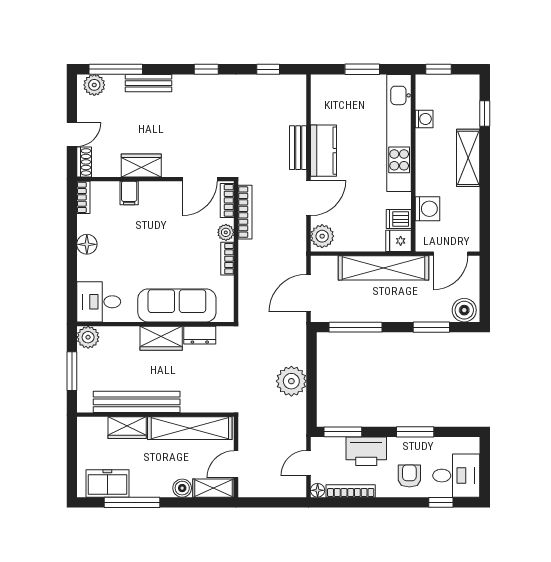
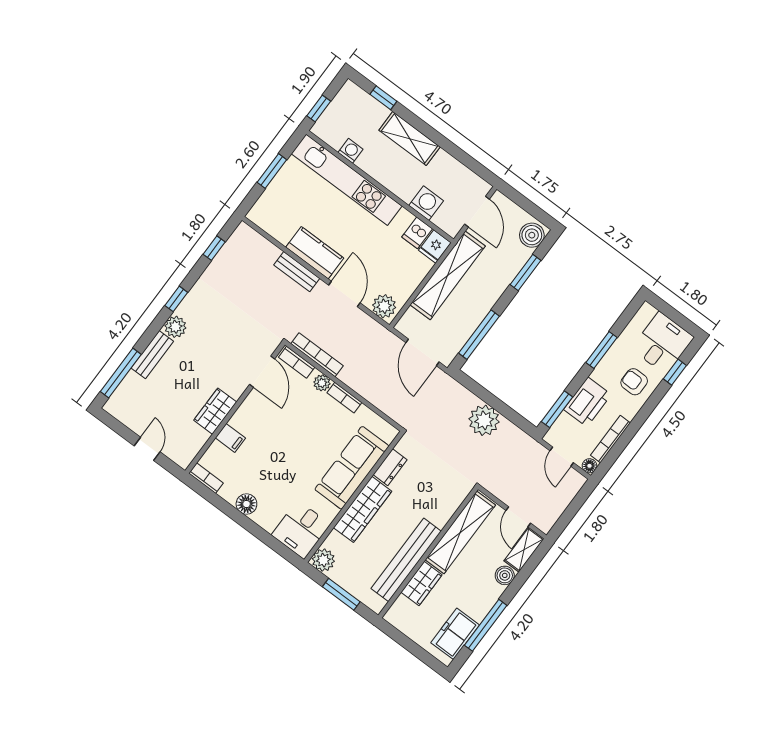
plant: (94, 85) -> (175, 327), moved
shoe rack: (84, 162) -> (177, 456), removed
wardrobe: (161, 338) -> (363, 509), width x1.50

